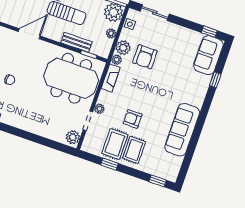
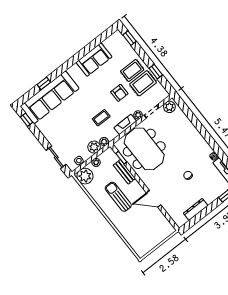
sofa: (208, 55) -> (50, 97), width x1.85, depth x1.27
armchair: (145, 57) -> (83, 131), removed
fireplace: (111, 78) -> (125, 124), moved
coffee table: (135, 82) -> (101, 118), added
sofa: (182, 130) -> (94, 60), width x0.73

